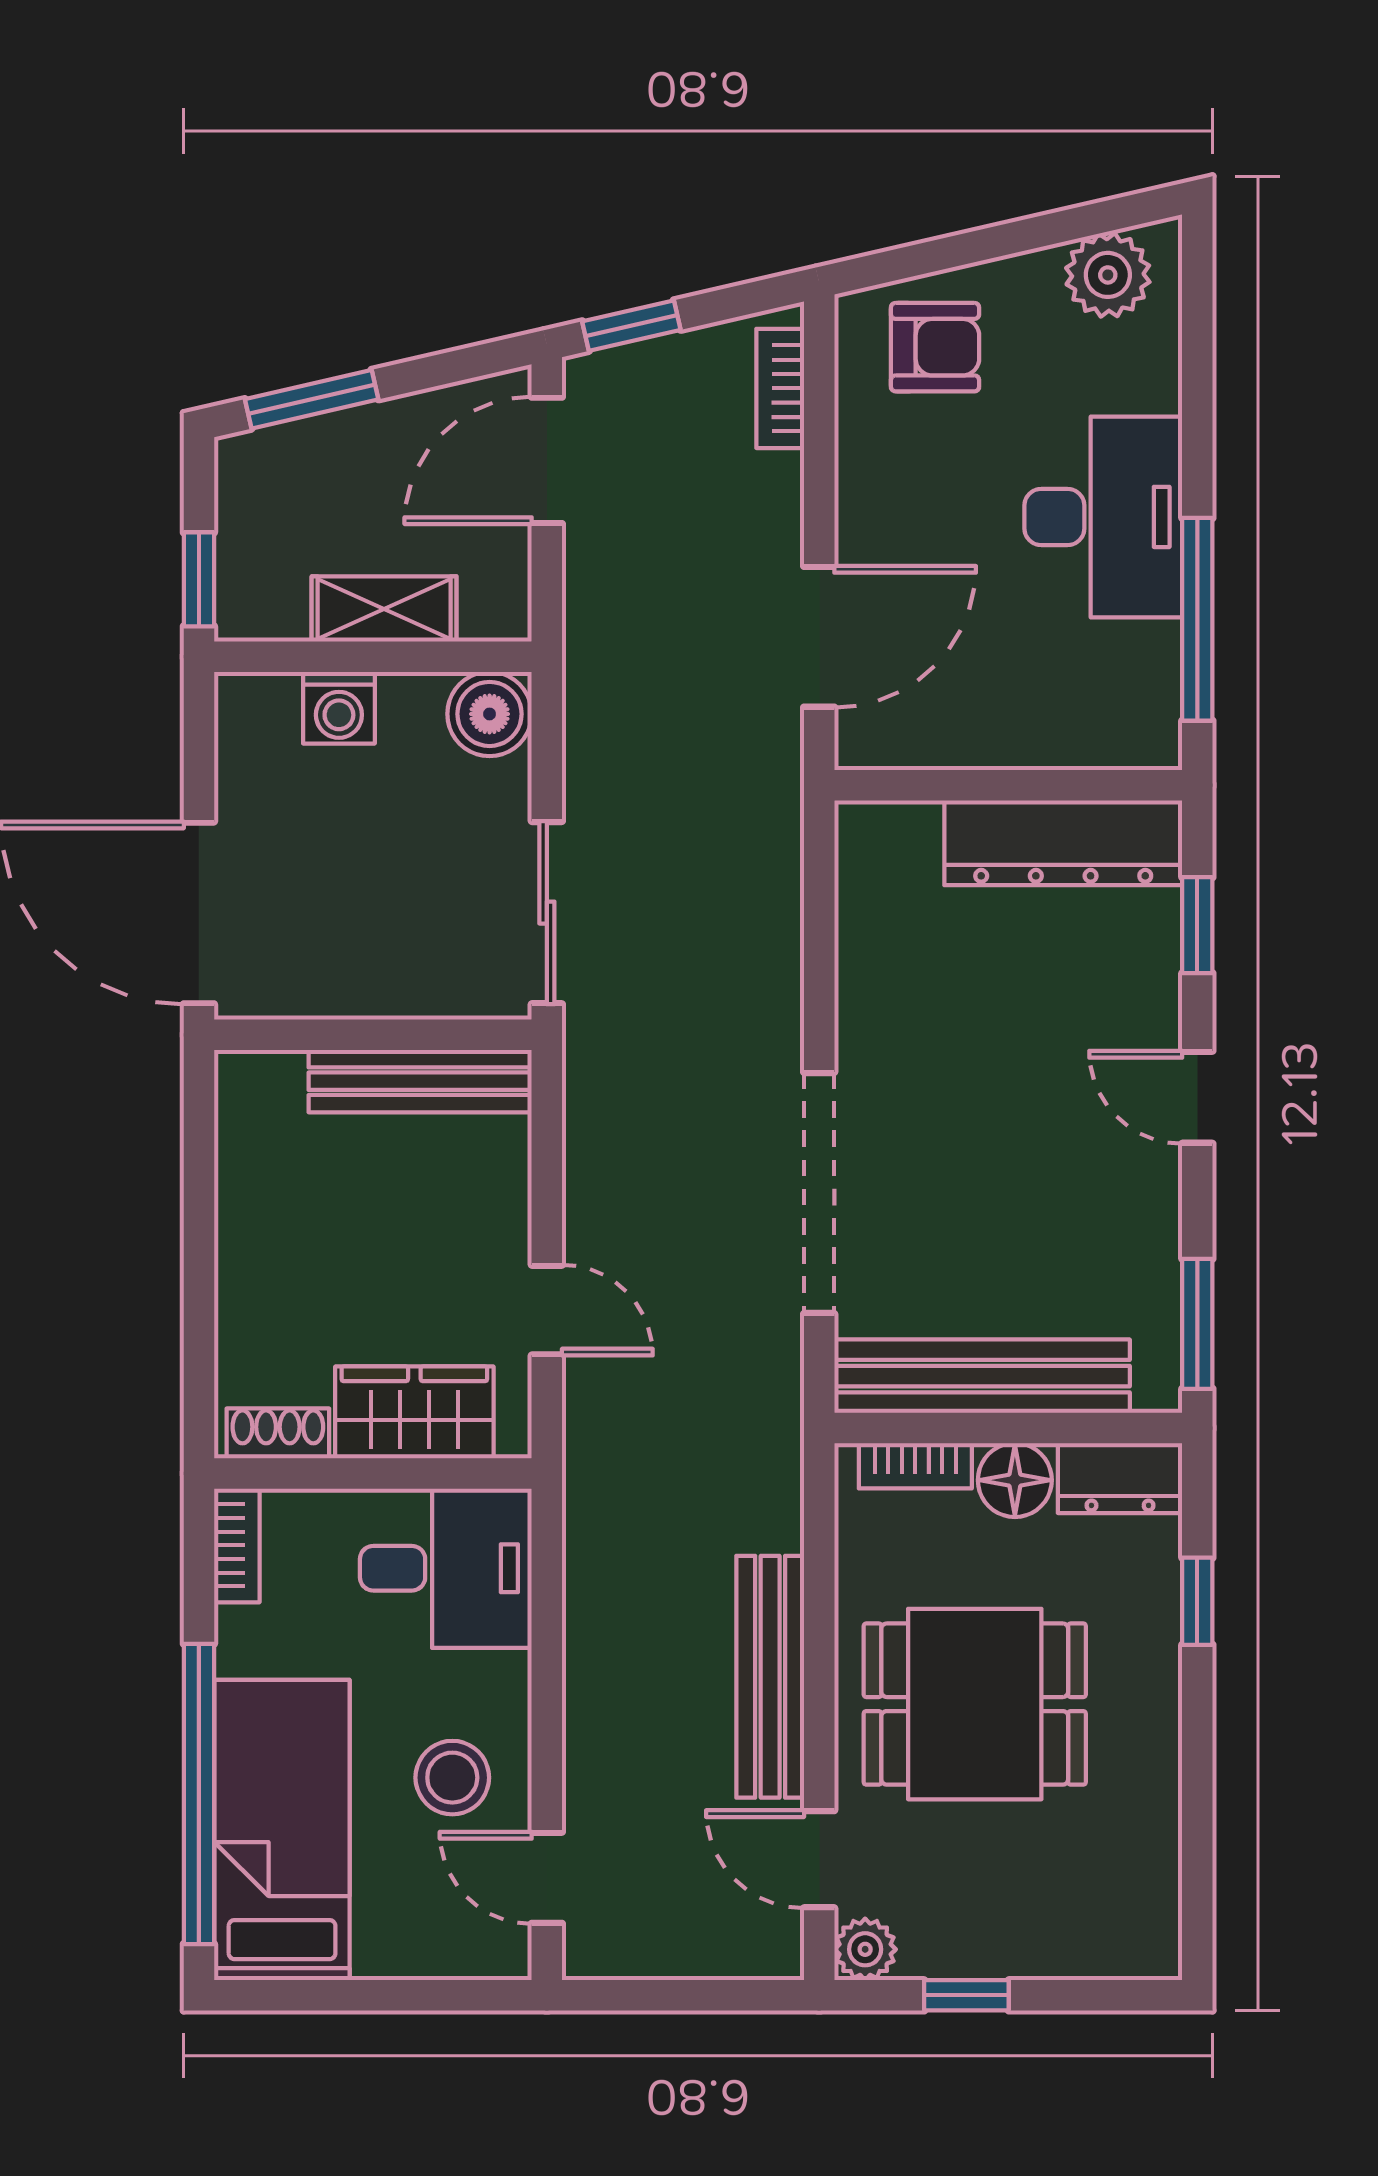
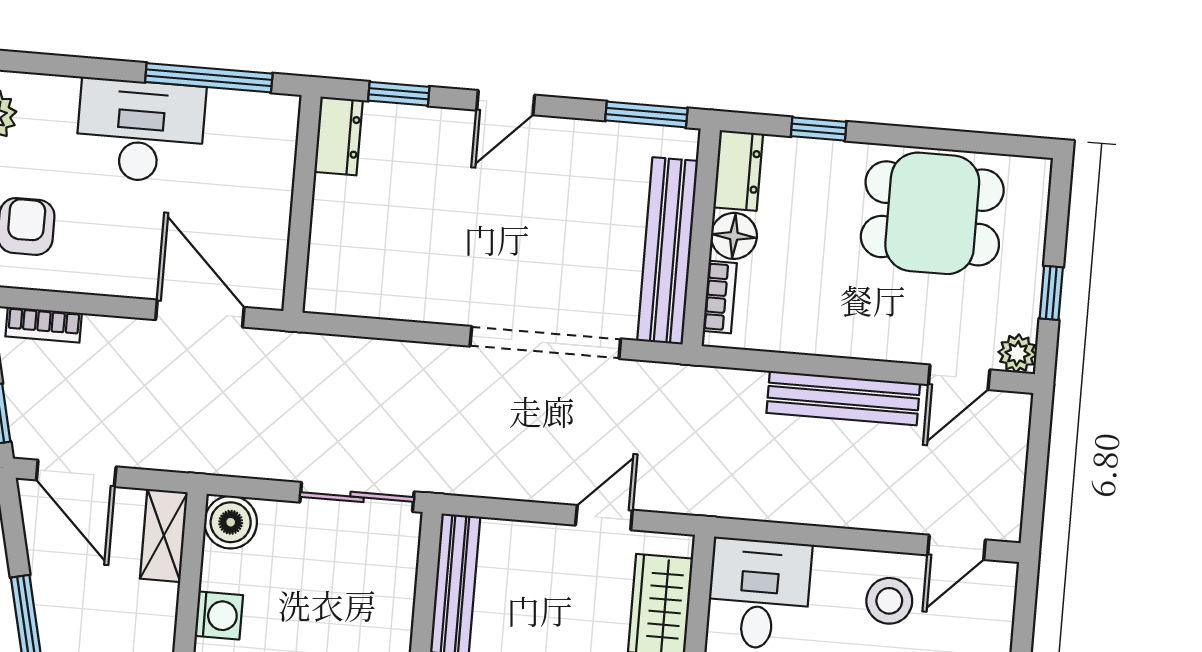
shelving: (384, 609) -> (164, 535), moved
dresser: (1063, 843) -> (338, 136), width x0.51, depth x0.80
dining table: (975, 1704) -> (932, 213), moved, turned 90

